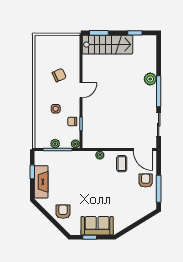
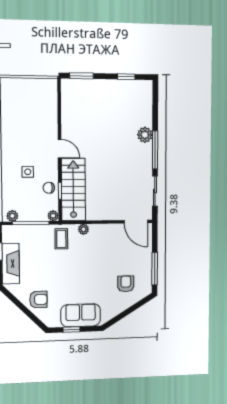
stairs: (108, 45) -> (73, 190), moved, turned -90
chair: (59, 75) -> (32, 129), removed
door: (81, 90) -> (60, 149), hinge flipped
plant: (55, 144) -> (12, 216), moved
coffee table: (122, 164) -> (61, 239), moved
armchair: (146, 180) -> (126, 284), moved
armchair: (63, 212) -> (38, 300), turned 90

